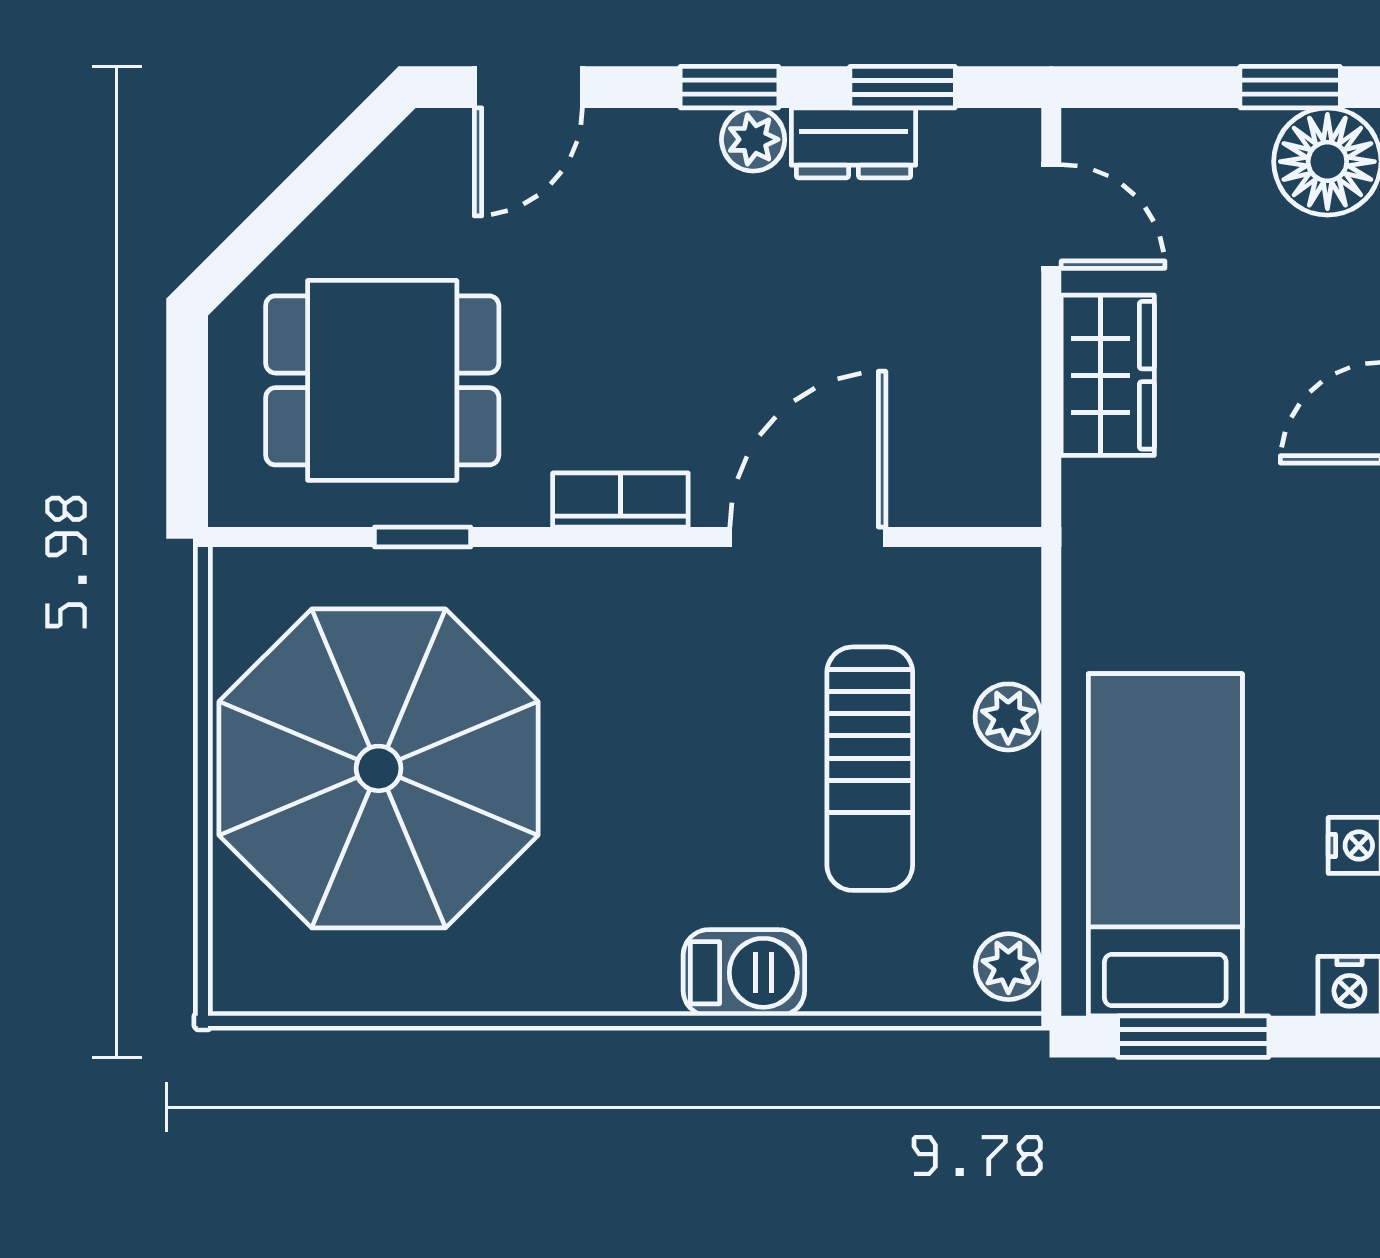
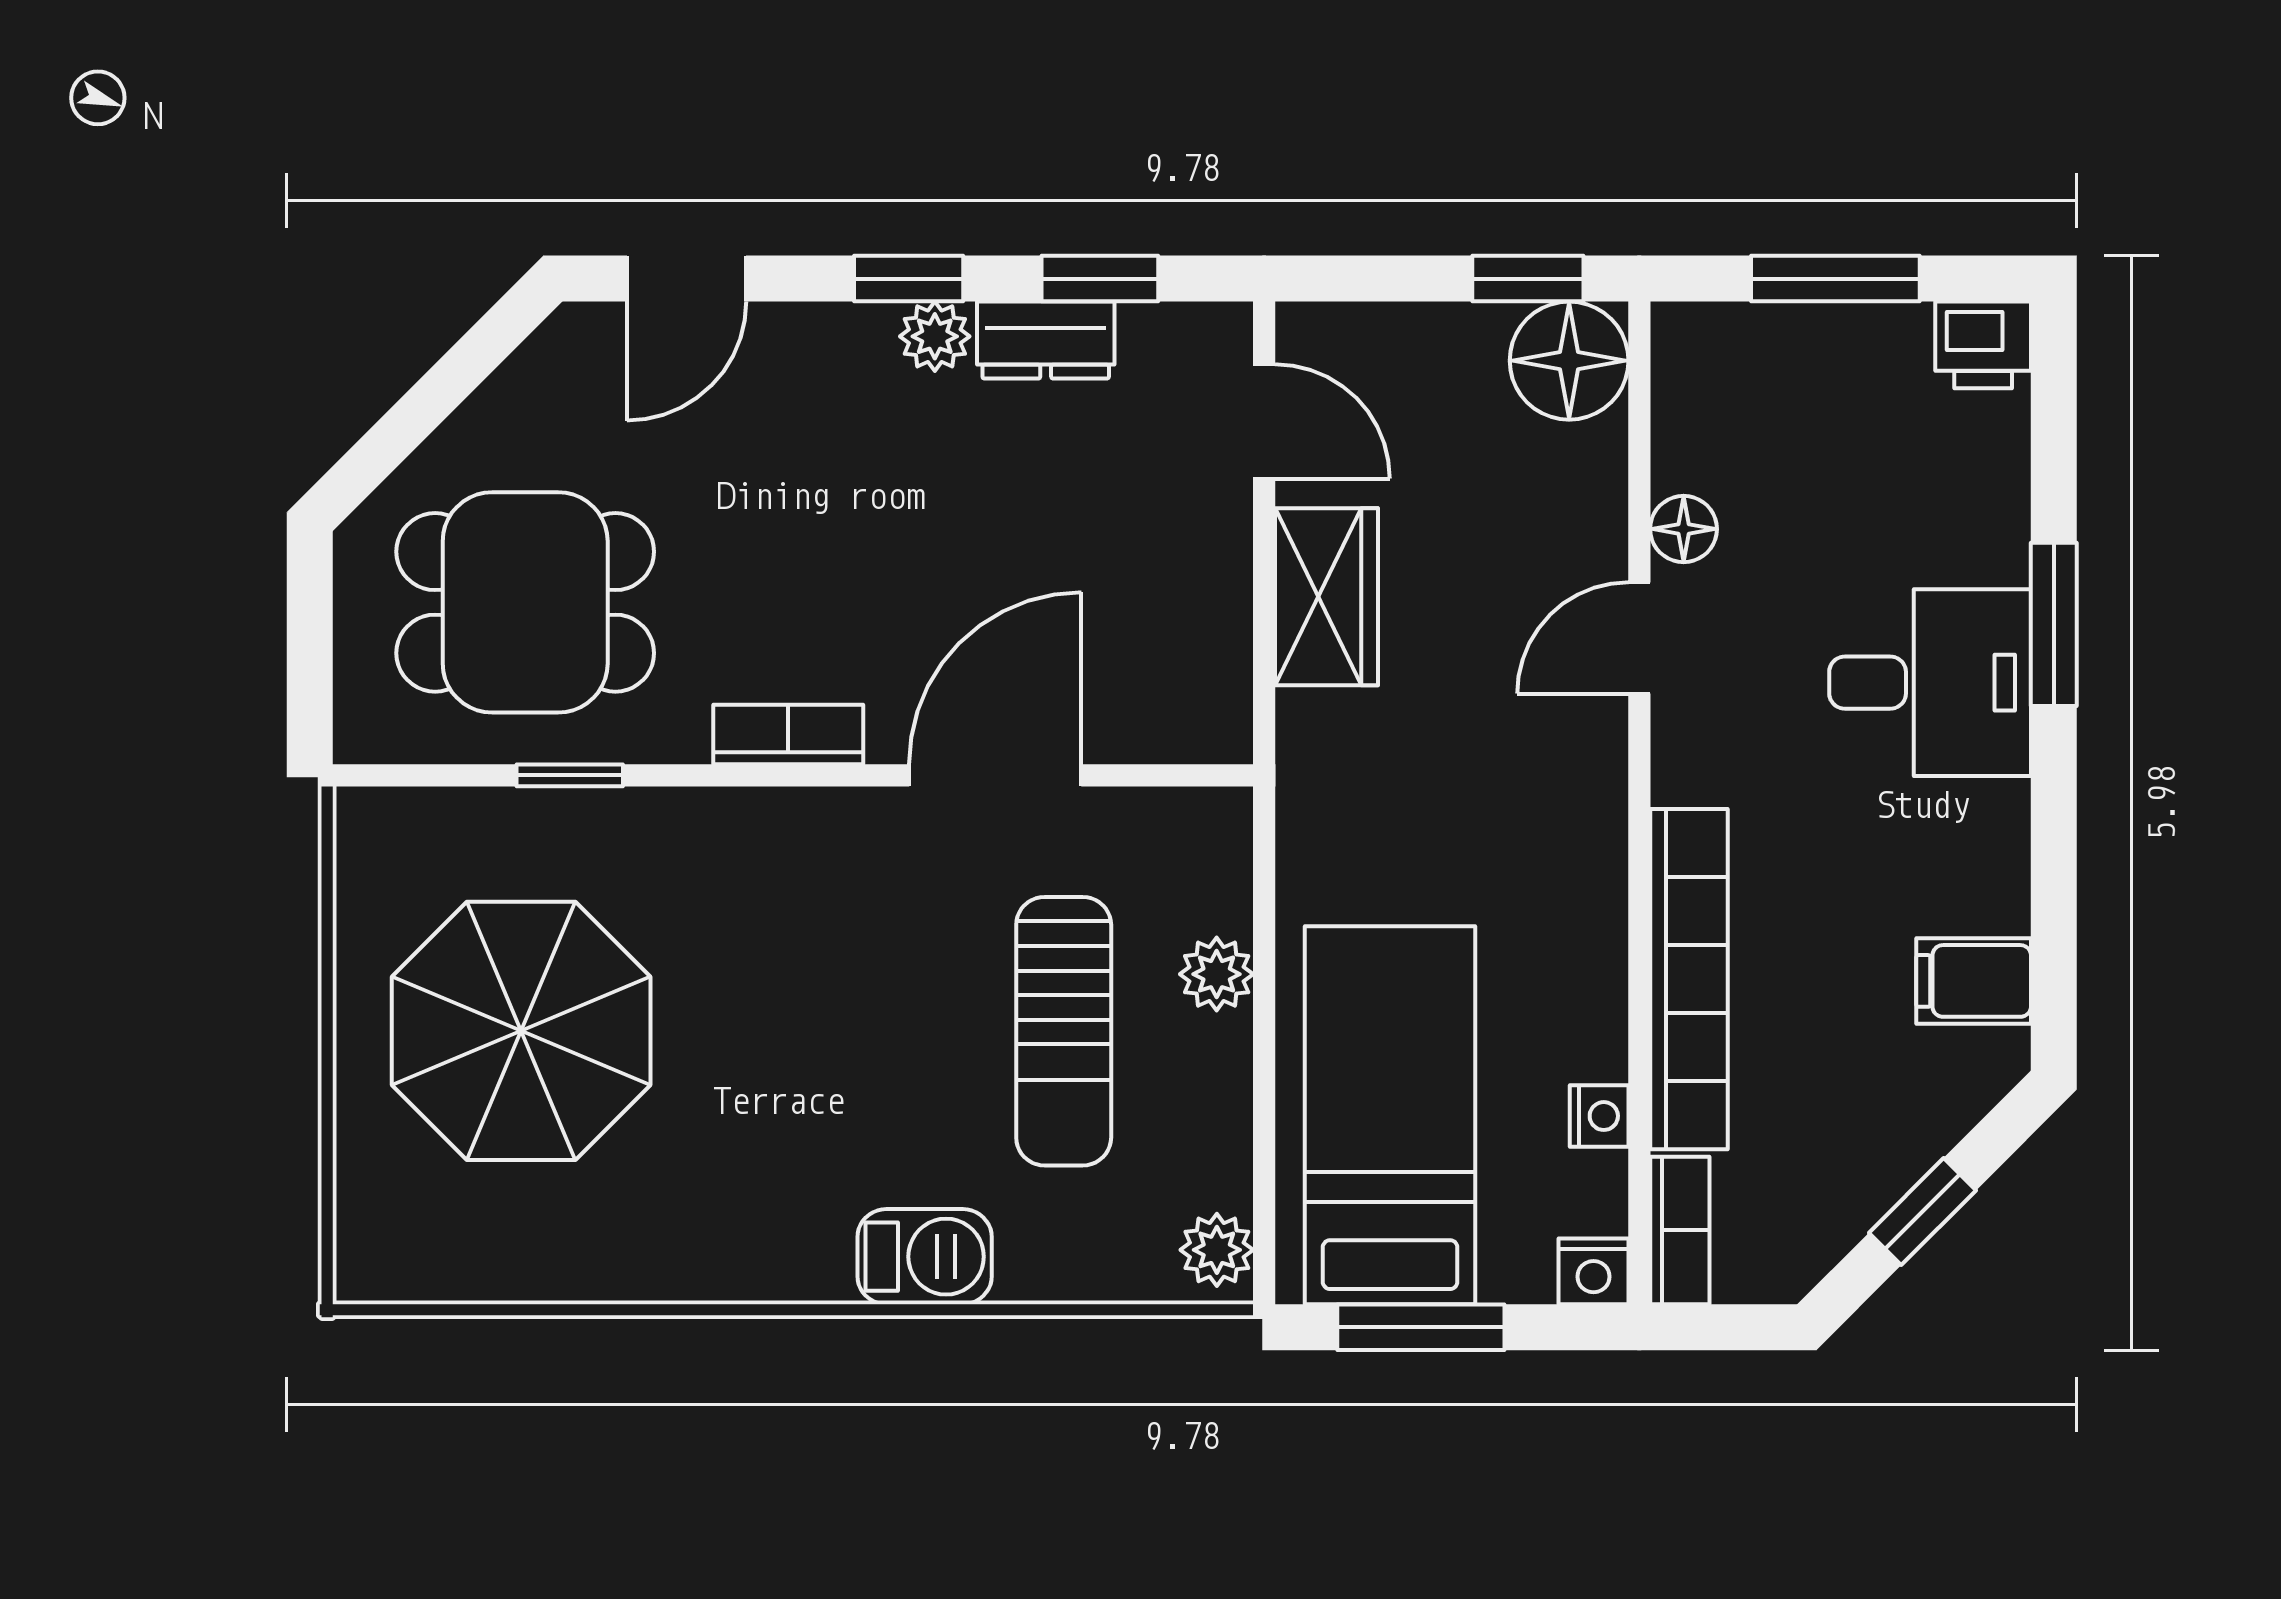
parasol: (379, 768) -> (521, 1031), width x0.73, depth x0.73

